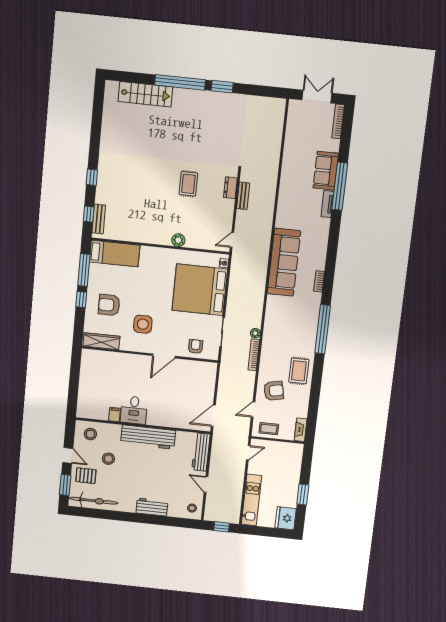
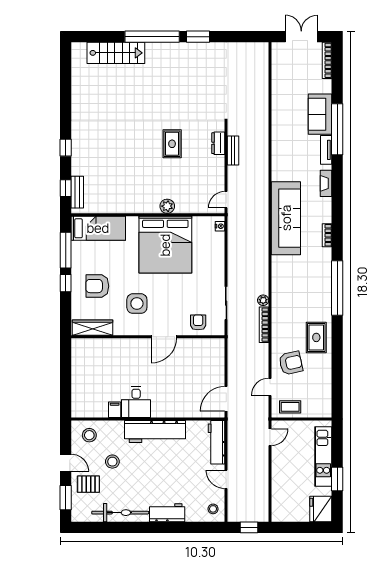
bed: (200, 290) -> (165, 245), moved, turned -90
fireplace: (301, 430) -> (326, 183), moved
kitchen unit: (252, 500) -> (323, 456), moved, turned 180
bicycle: (93, 501) -> (120, 513), moved

